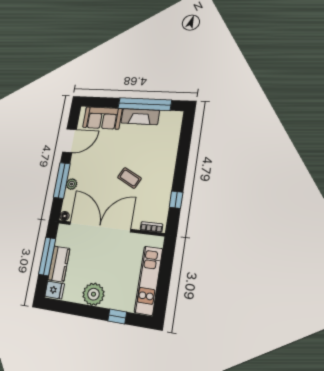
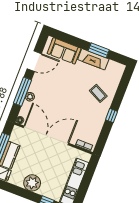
window: (145, 104) -> (99, 50), width x0.47
coffee table: (129, 178) -> (98, 93), moved
window: (176, 200) -> (111, 116), moved

